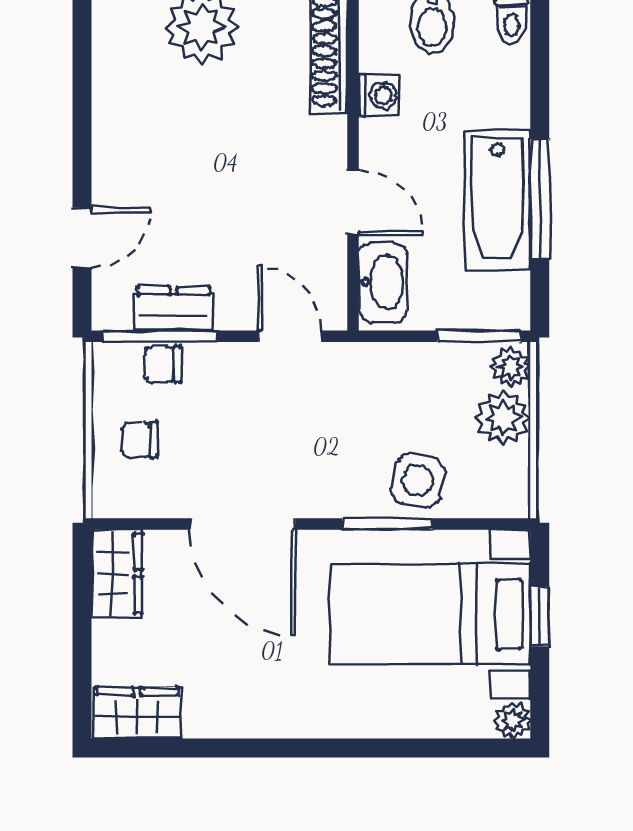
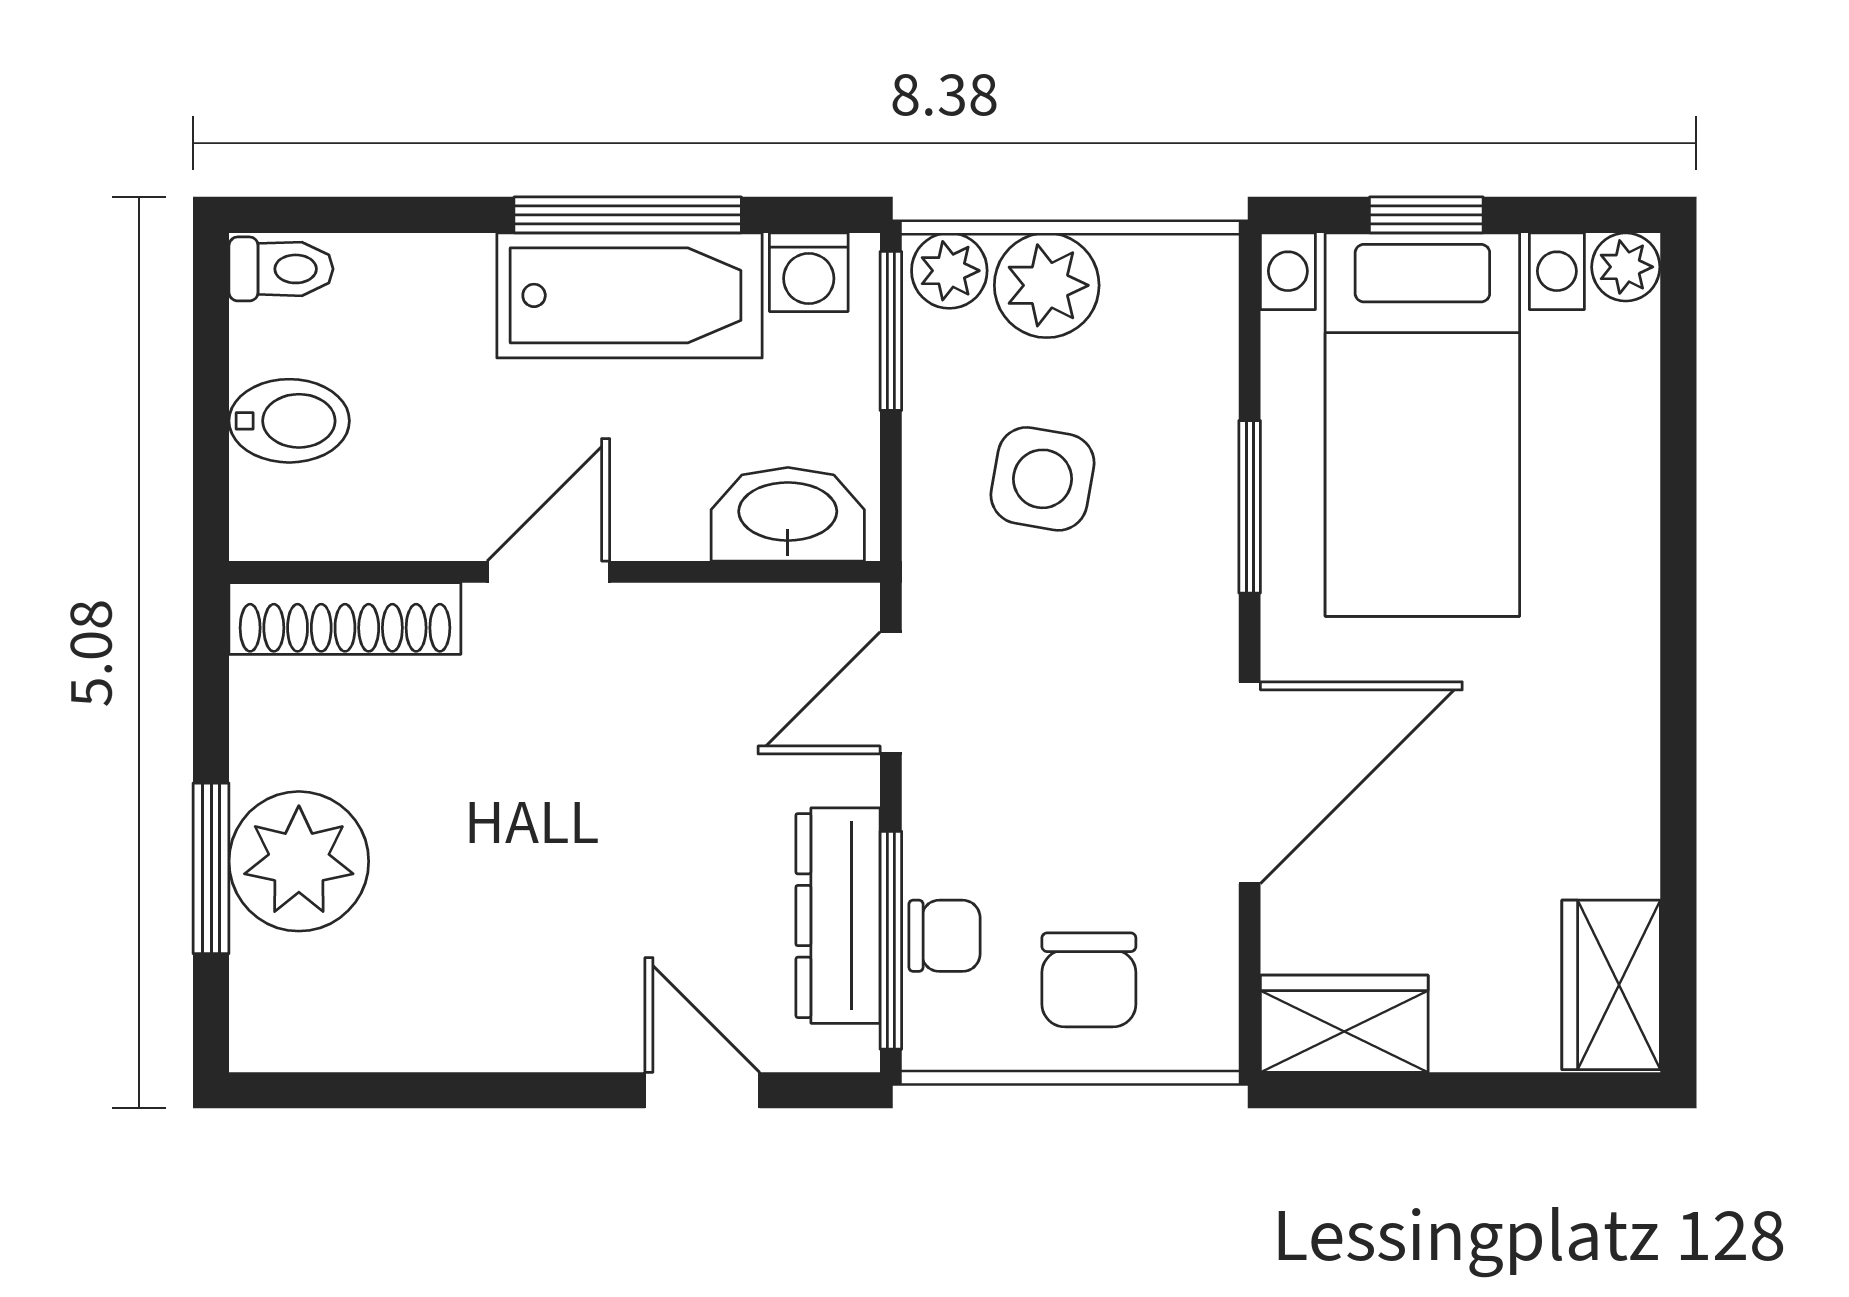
washing machine: (379, 96) -> (809, 272), moved, turned 180
door: (353, 203) -> (548, 572), moved
dresser: (173, 309) -> (838, 916), width x1.44
chair: (163, 364) -> (944, 936), turned -90
chair: (140, 440) -> (1089, 980), width x1.37, depth x1.37
side table: (418, 480) -> (1043, 479), moved

